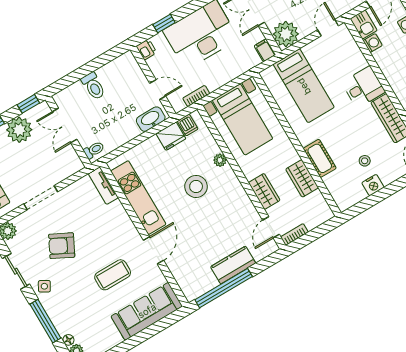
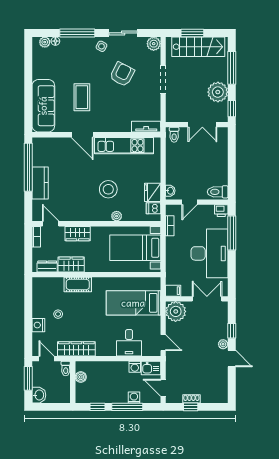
window: (164, 24) -> (232, 233), width x2.17
toilet: (93, 86) -> (218, 192), moved
desk: (363, 87) -> (129, 343), moved
washbasin: (151, 119) -> (170, 191), width x0.52, depth x0.69
double door: (65, 126) -> (202, 125), swing flipped
nightstand: (373, 185) -> (38, 325), moved
dresser: (320, 203) -> (47, 266), added

